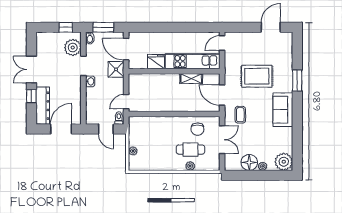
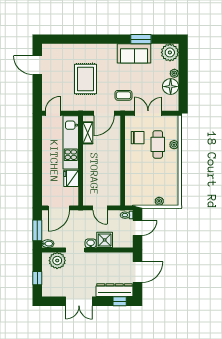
window: (66, 27) -> (37, 278), moved
door: (222, 43) -> (53, 113), swing flipped
shower: (116, 69) -> (105, 240), moved
shelving: (191, 79) -> (88, 133), moved
window: (297, 80) -> (141, 39), moved
window: (31, 96) -> (120, 301), moved
door: (126, 102) -> (100, 208), moved
sofa: (283, 110) -> (134, 53), moved
door: (61, 129) -> (138, 272), swing flipped

